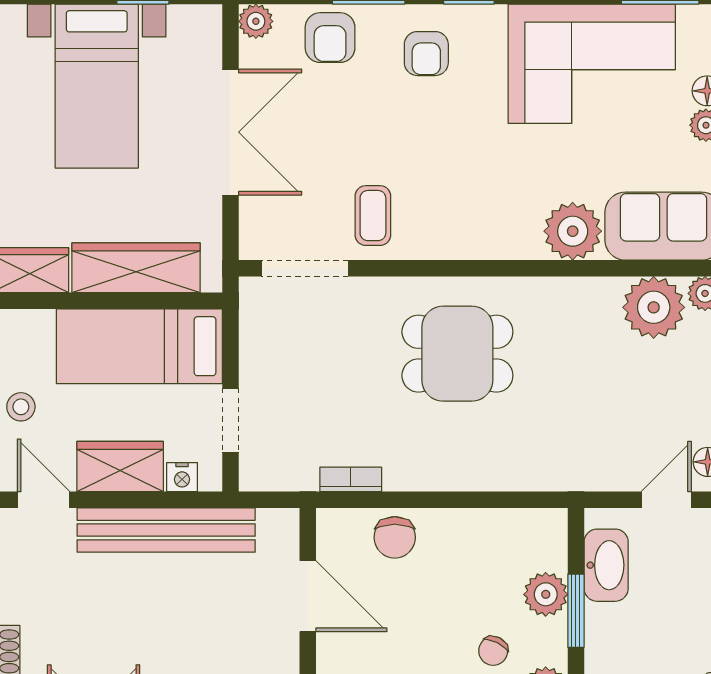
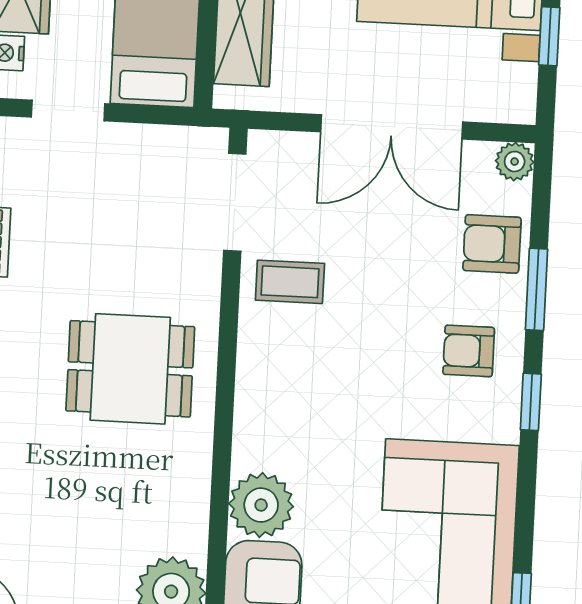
dining table: (457, 354) -> (130, 369), turned 90

